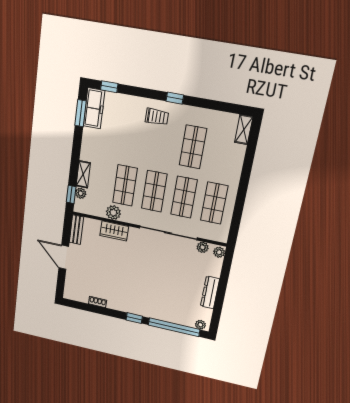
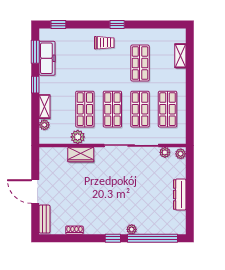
freezer: (94, 108) -> (47, 58), moved
shelving: (244, 129) -> (180, 56), moved
window: (71, 194) -> (35, 85), moved
bench: (76, 230) -> (44, 219), moved
plant: (200, 325) -> (132, 229), moved

